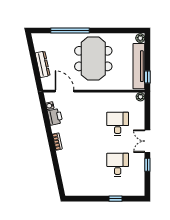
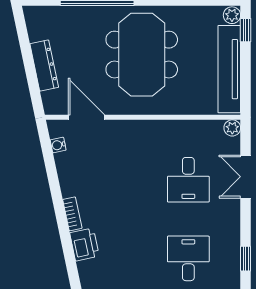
window: (147, 77) -> (246, 30), moved
printer: (55, 117) -> (84, 244), moved
desk: (118, 124) -> (188, 180), turned 180
double door: (147, 141) -> (246, 177), moved

